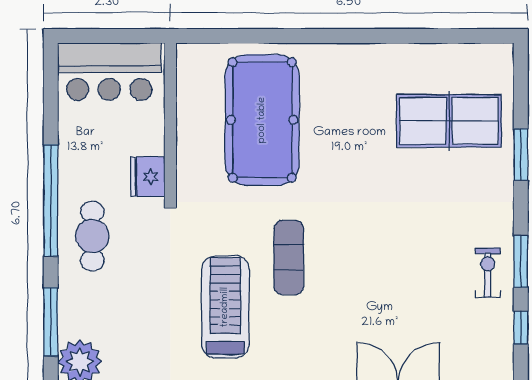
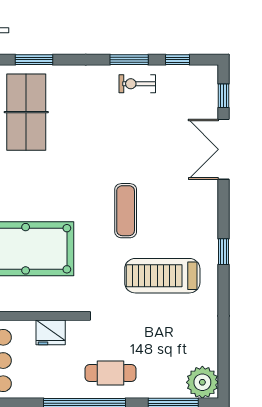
window: (521, 155) -> (34, 60), moved
fridge: (148, 177) -> (51, 332), moved
exercise mat: (289, 257) -> (126, 211), moved, turned 90

